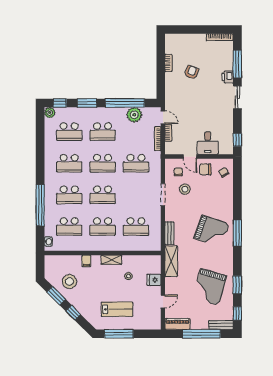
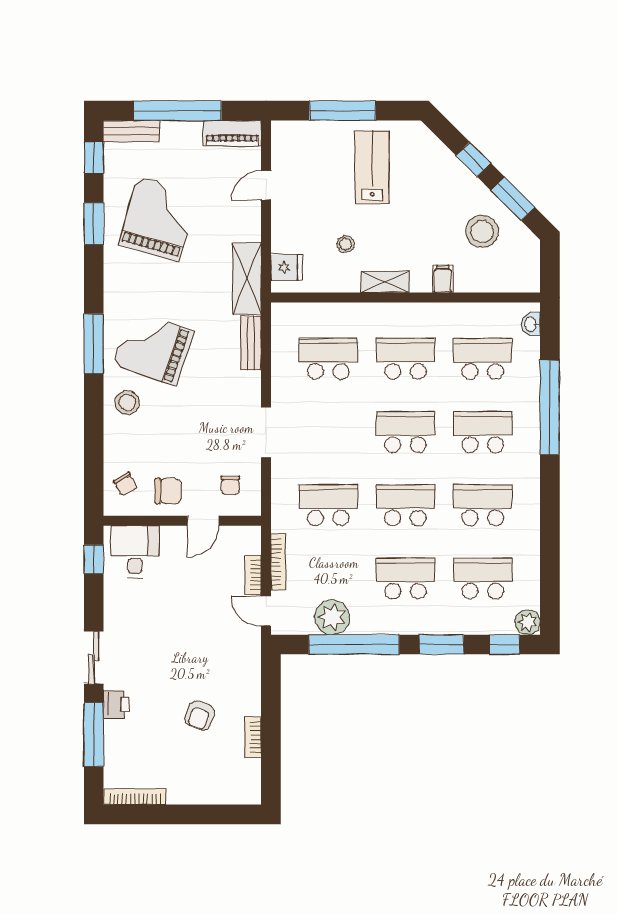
desk: (208, 143) -> (135, 552), moved
door: (190, 156) -> (203, 521), swing flipped
stool: (185, 189) -> (127, 403), moved
fridge: (154, 280) -> (286, 267), moved
lab bench: (117, 309) -> (372, 167), turned 90
window: (119, 334) -> (343, 111), moved

